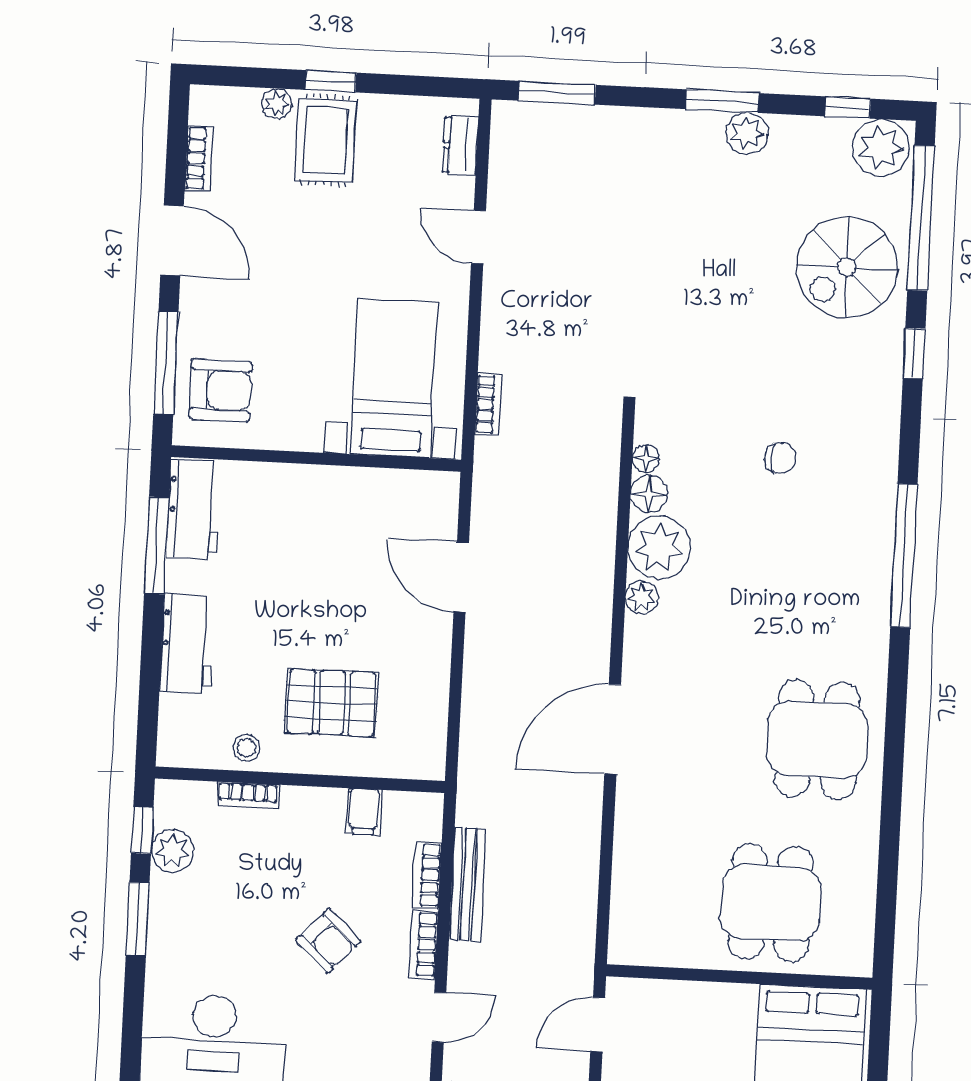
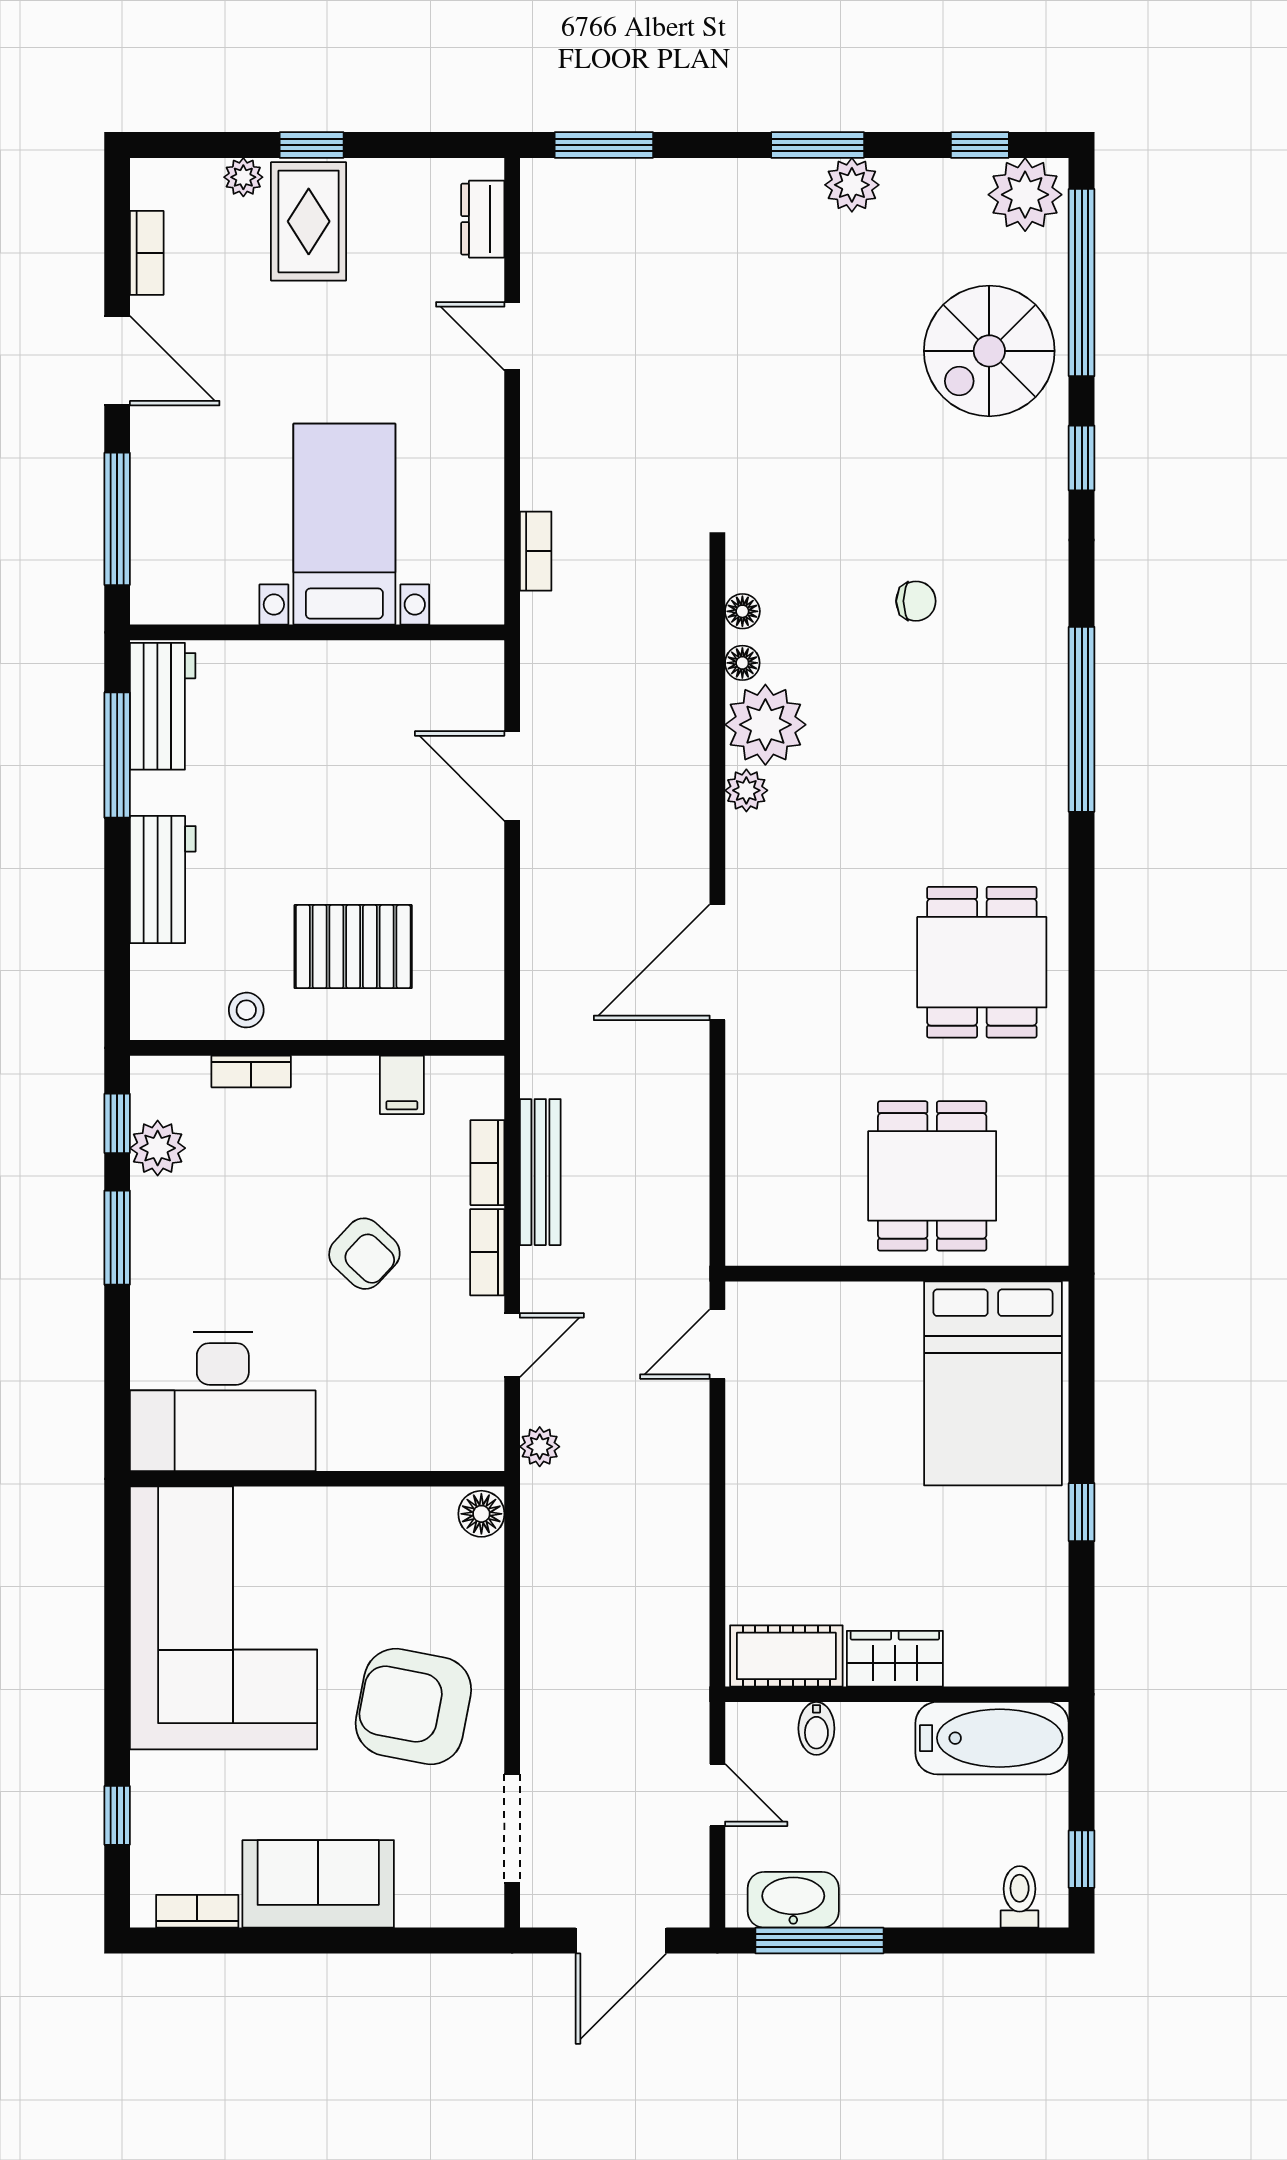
bed with nightstands: (394, 378) -> (344, 524), moved
armchair: (221, 390) -> (190, 551), removed
floor lamp: (649, 494) -> (742, 663), width x0.73, depth x0.73

